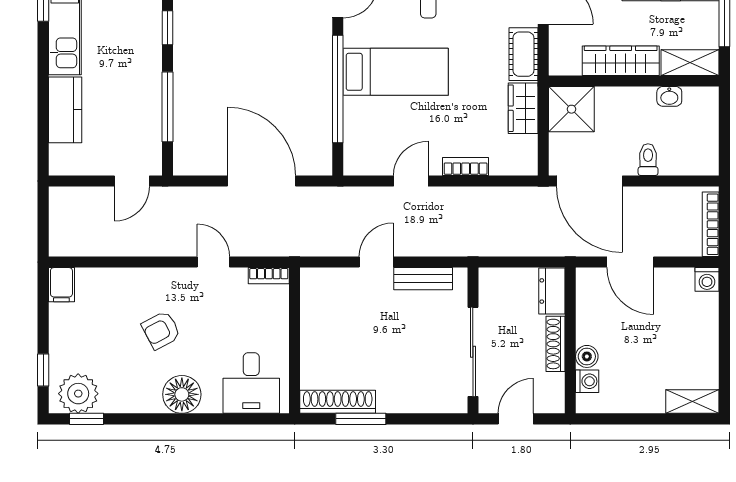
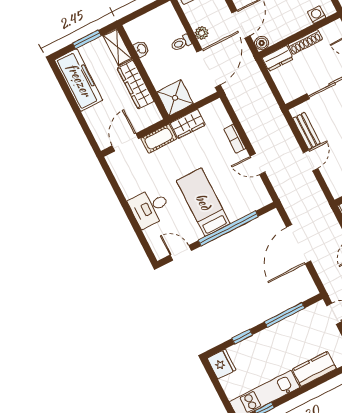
plant: (647, 198) -> (202, 33), added
door: (376, 262) -> (311, 161), swing flipped
boiler: (587, 356) -> (262, 43), moved

